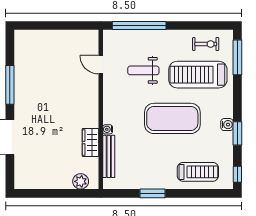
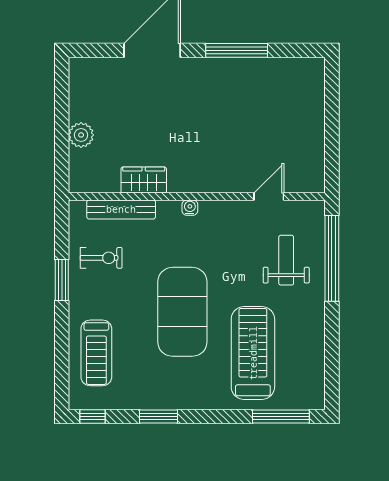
exercise bike: (206, 44) -> (101, 258), moved, turned -90
weight bench: (143, 70) -> (286, 260), moved
water cooler: (227, 125) -> (173, 400), removed
water cooler: (108, 129) -> (190, 208), moved
plant: (81, 181) -> (81, 135), moved

